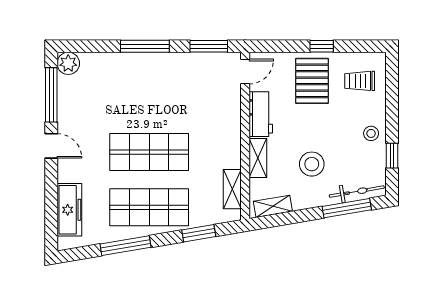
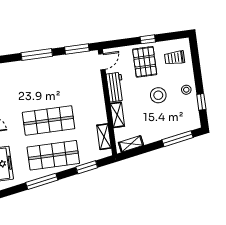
stool: (312, 164) -> (158, 95), moved
bicycle: (357, 192) -> (182, 127), removed

